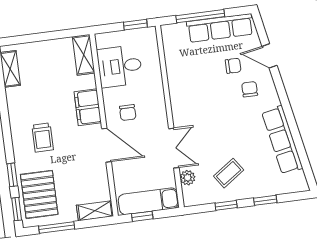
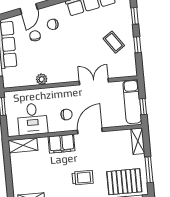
plant: (188, 178) -> (42, 79), moved

